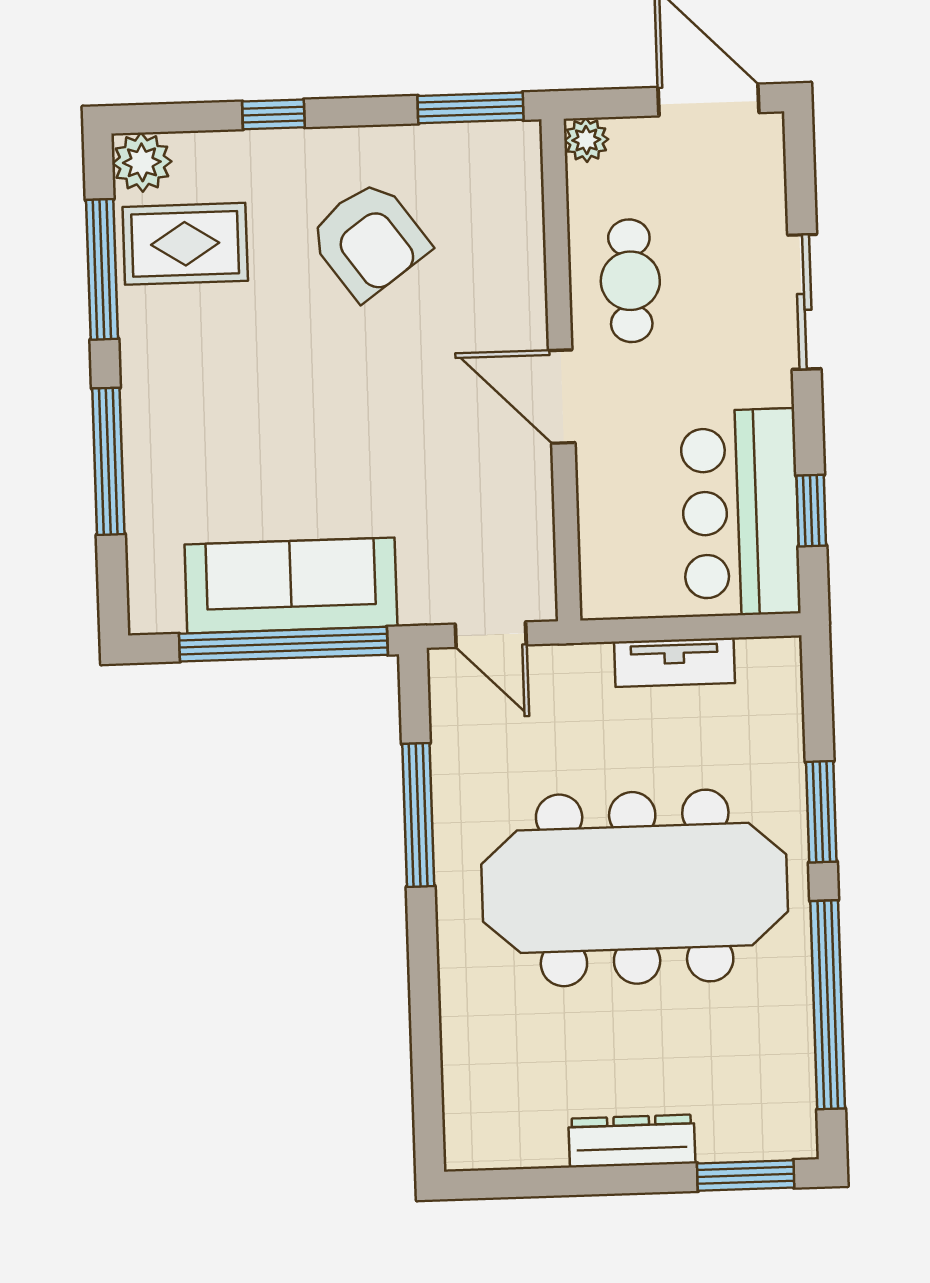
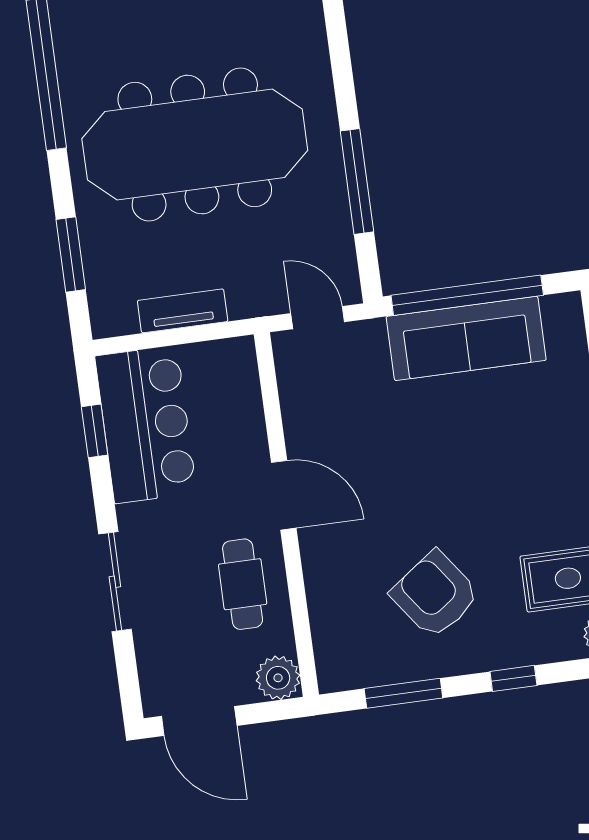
window: (471, 108) -> (403, 693), moved
plant: (586, 140) -> (278, 678), width x1.38, depth x1.38
window: (821, 812) -> (71, 254), moved

